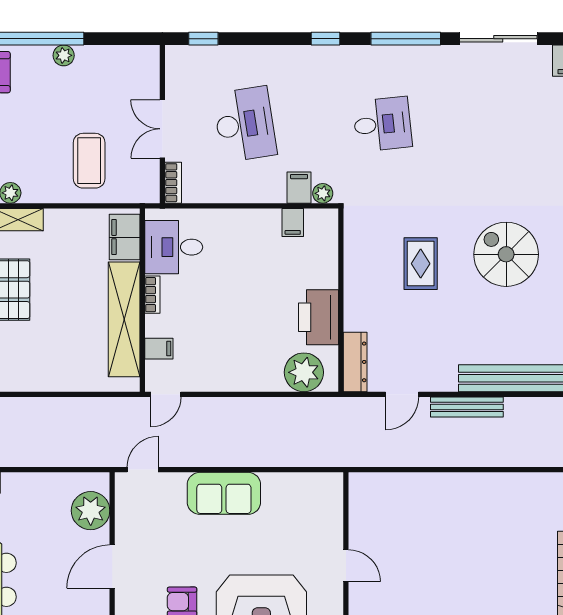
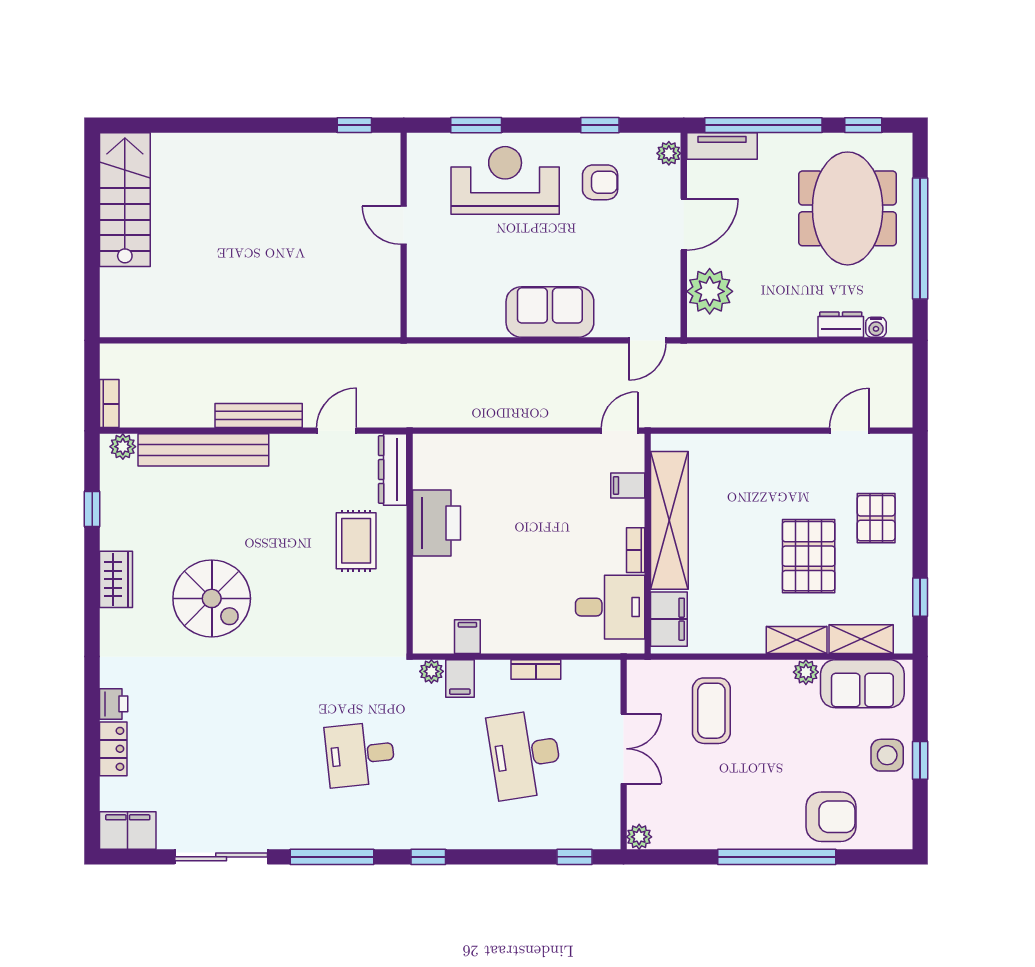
plant: (64, 55) -> (639, 837), moved
bookcase: (173, 183) -> (536, 669), moved, turned -90
rug: (421, 264) -> (356, 541), moved
plant: (304, 372) -> (454, 457), removed

